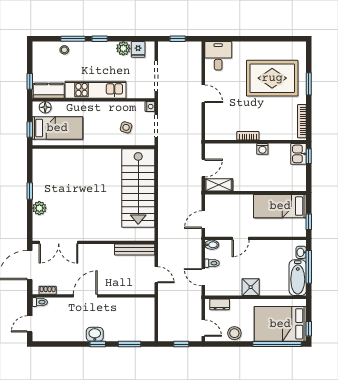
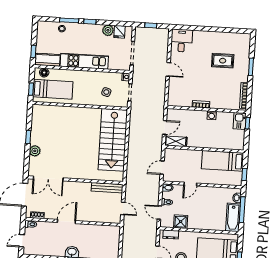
rug: (272, 78) -> (223, 61), width x0.54, depth x0.49
shower: (251, 287) -> (181, 222), moved

